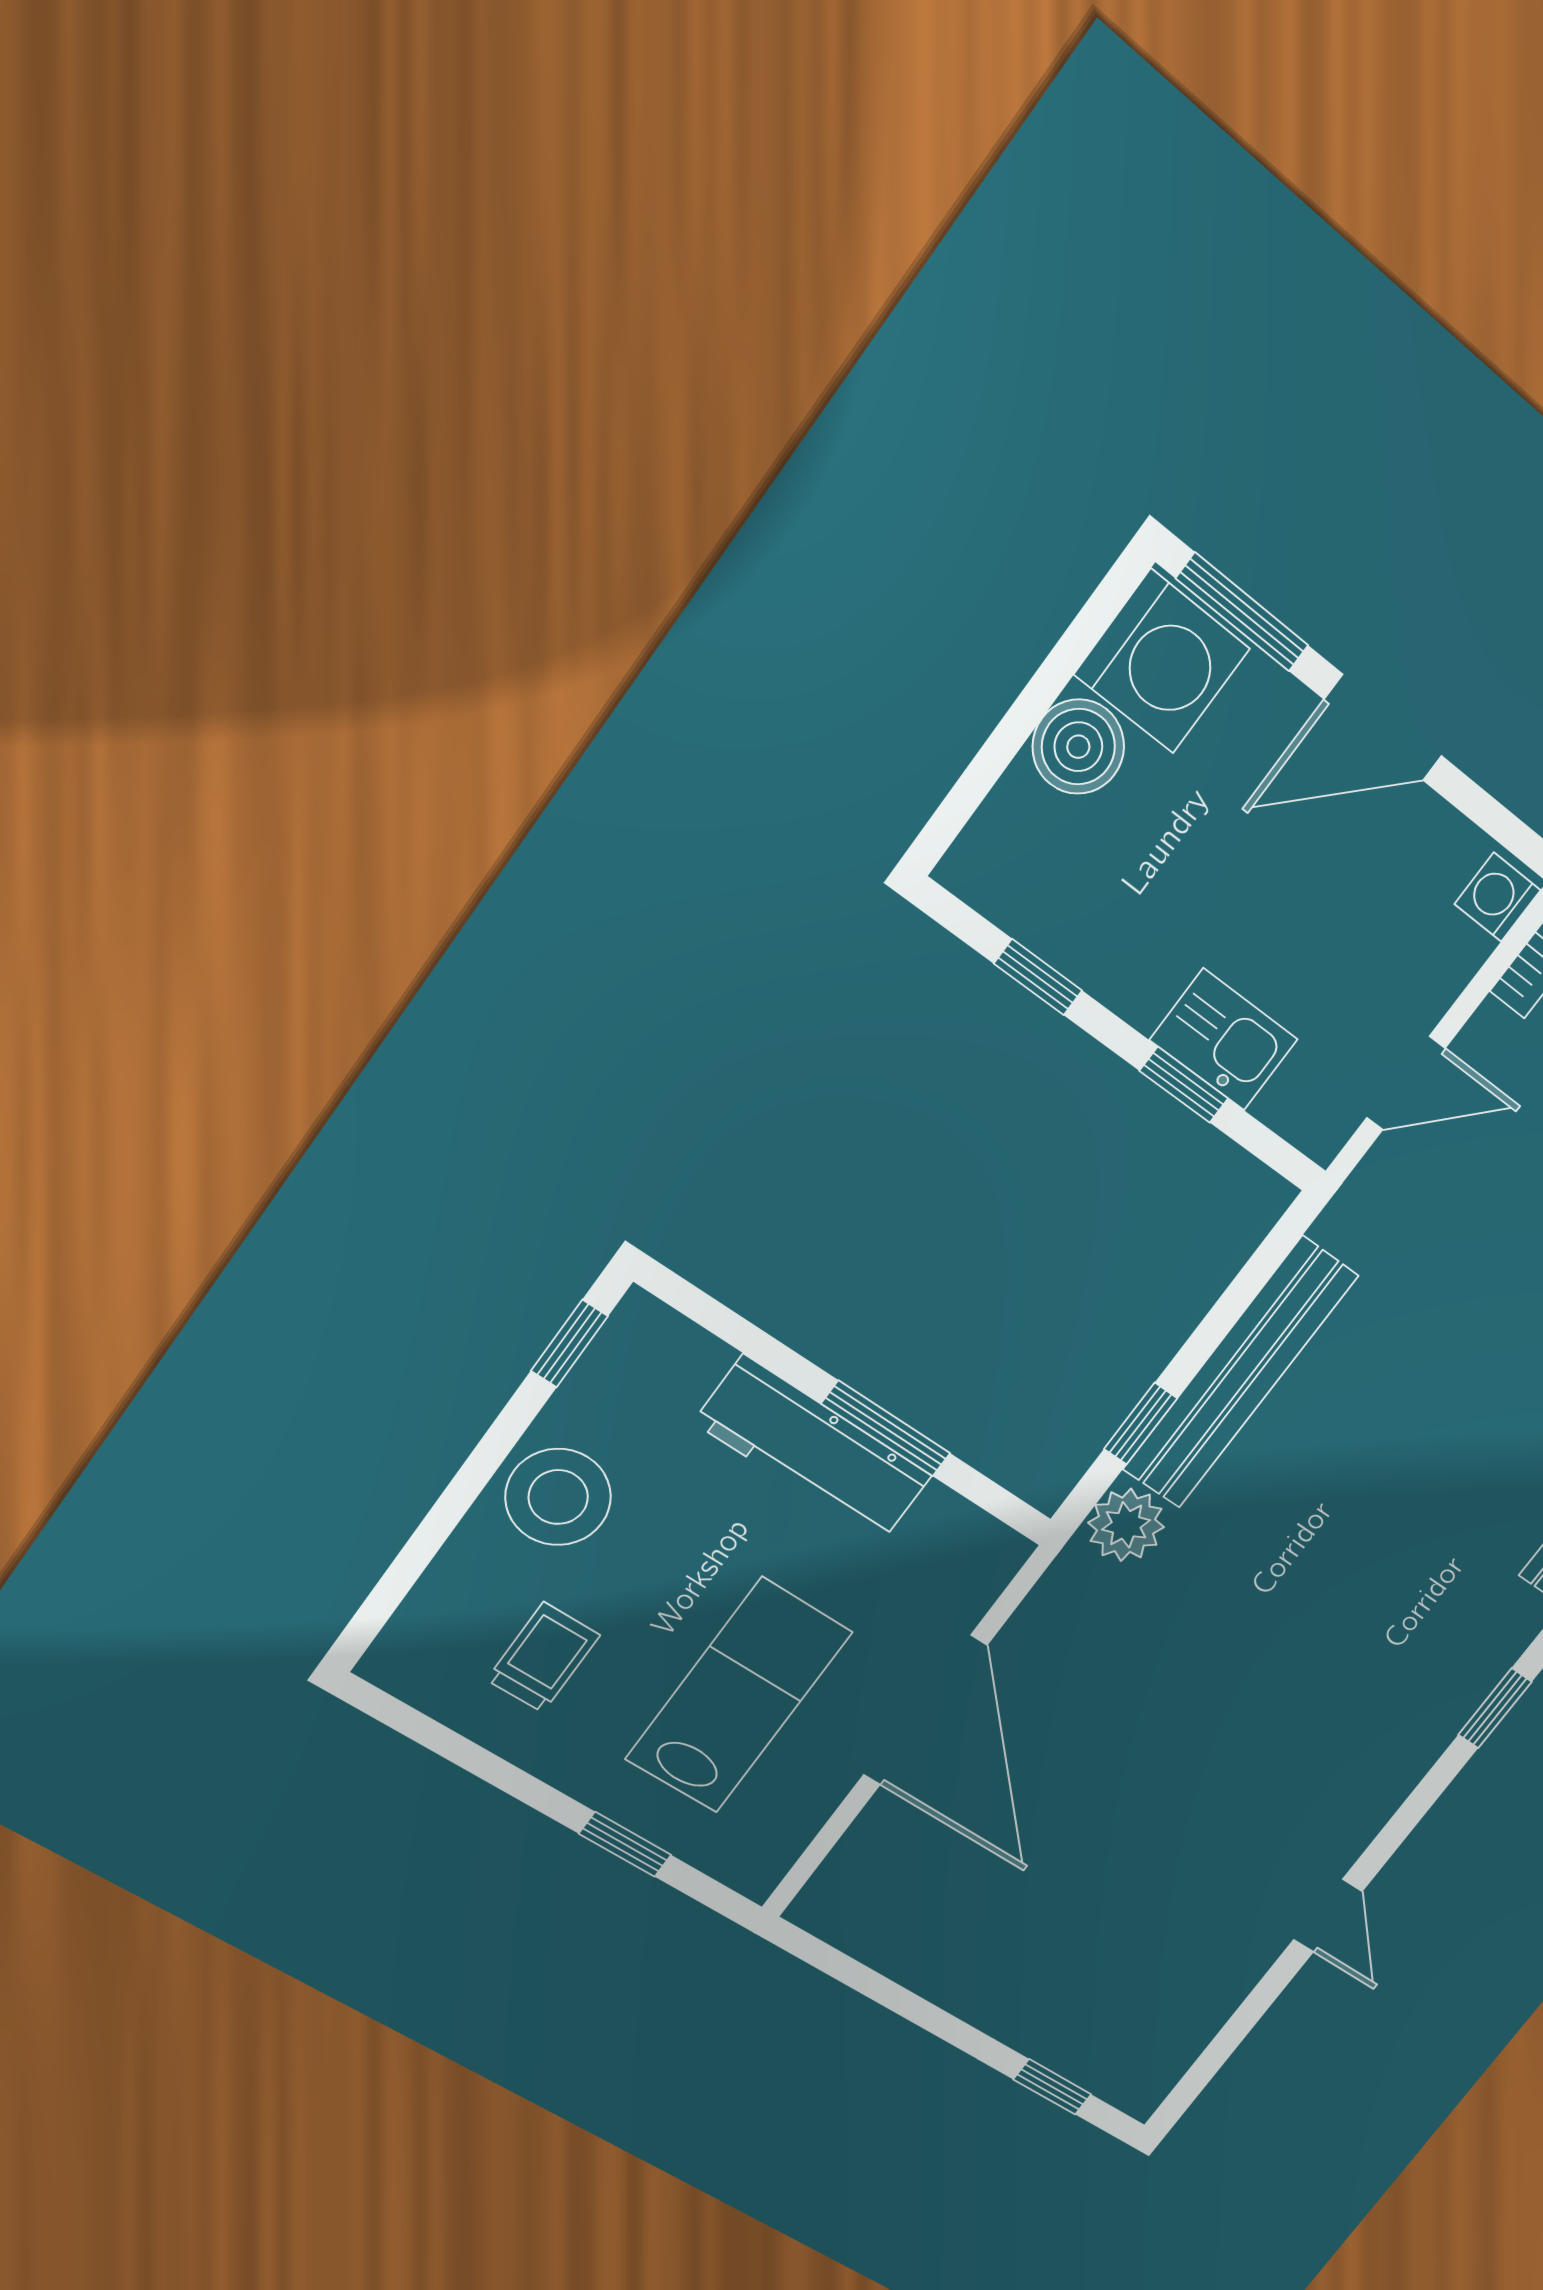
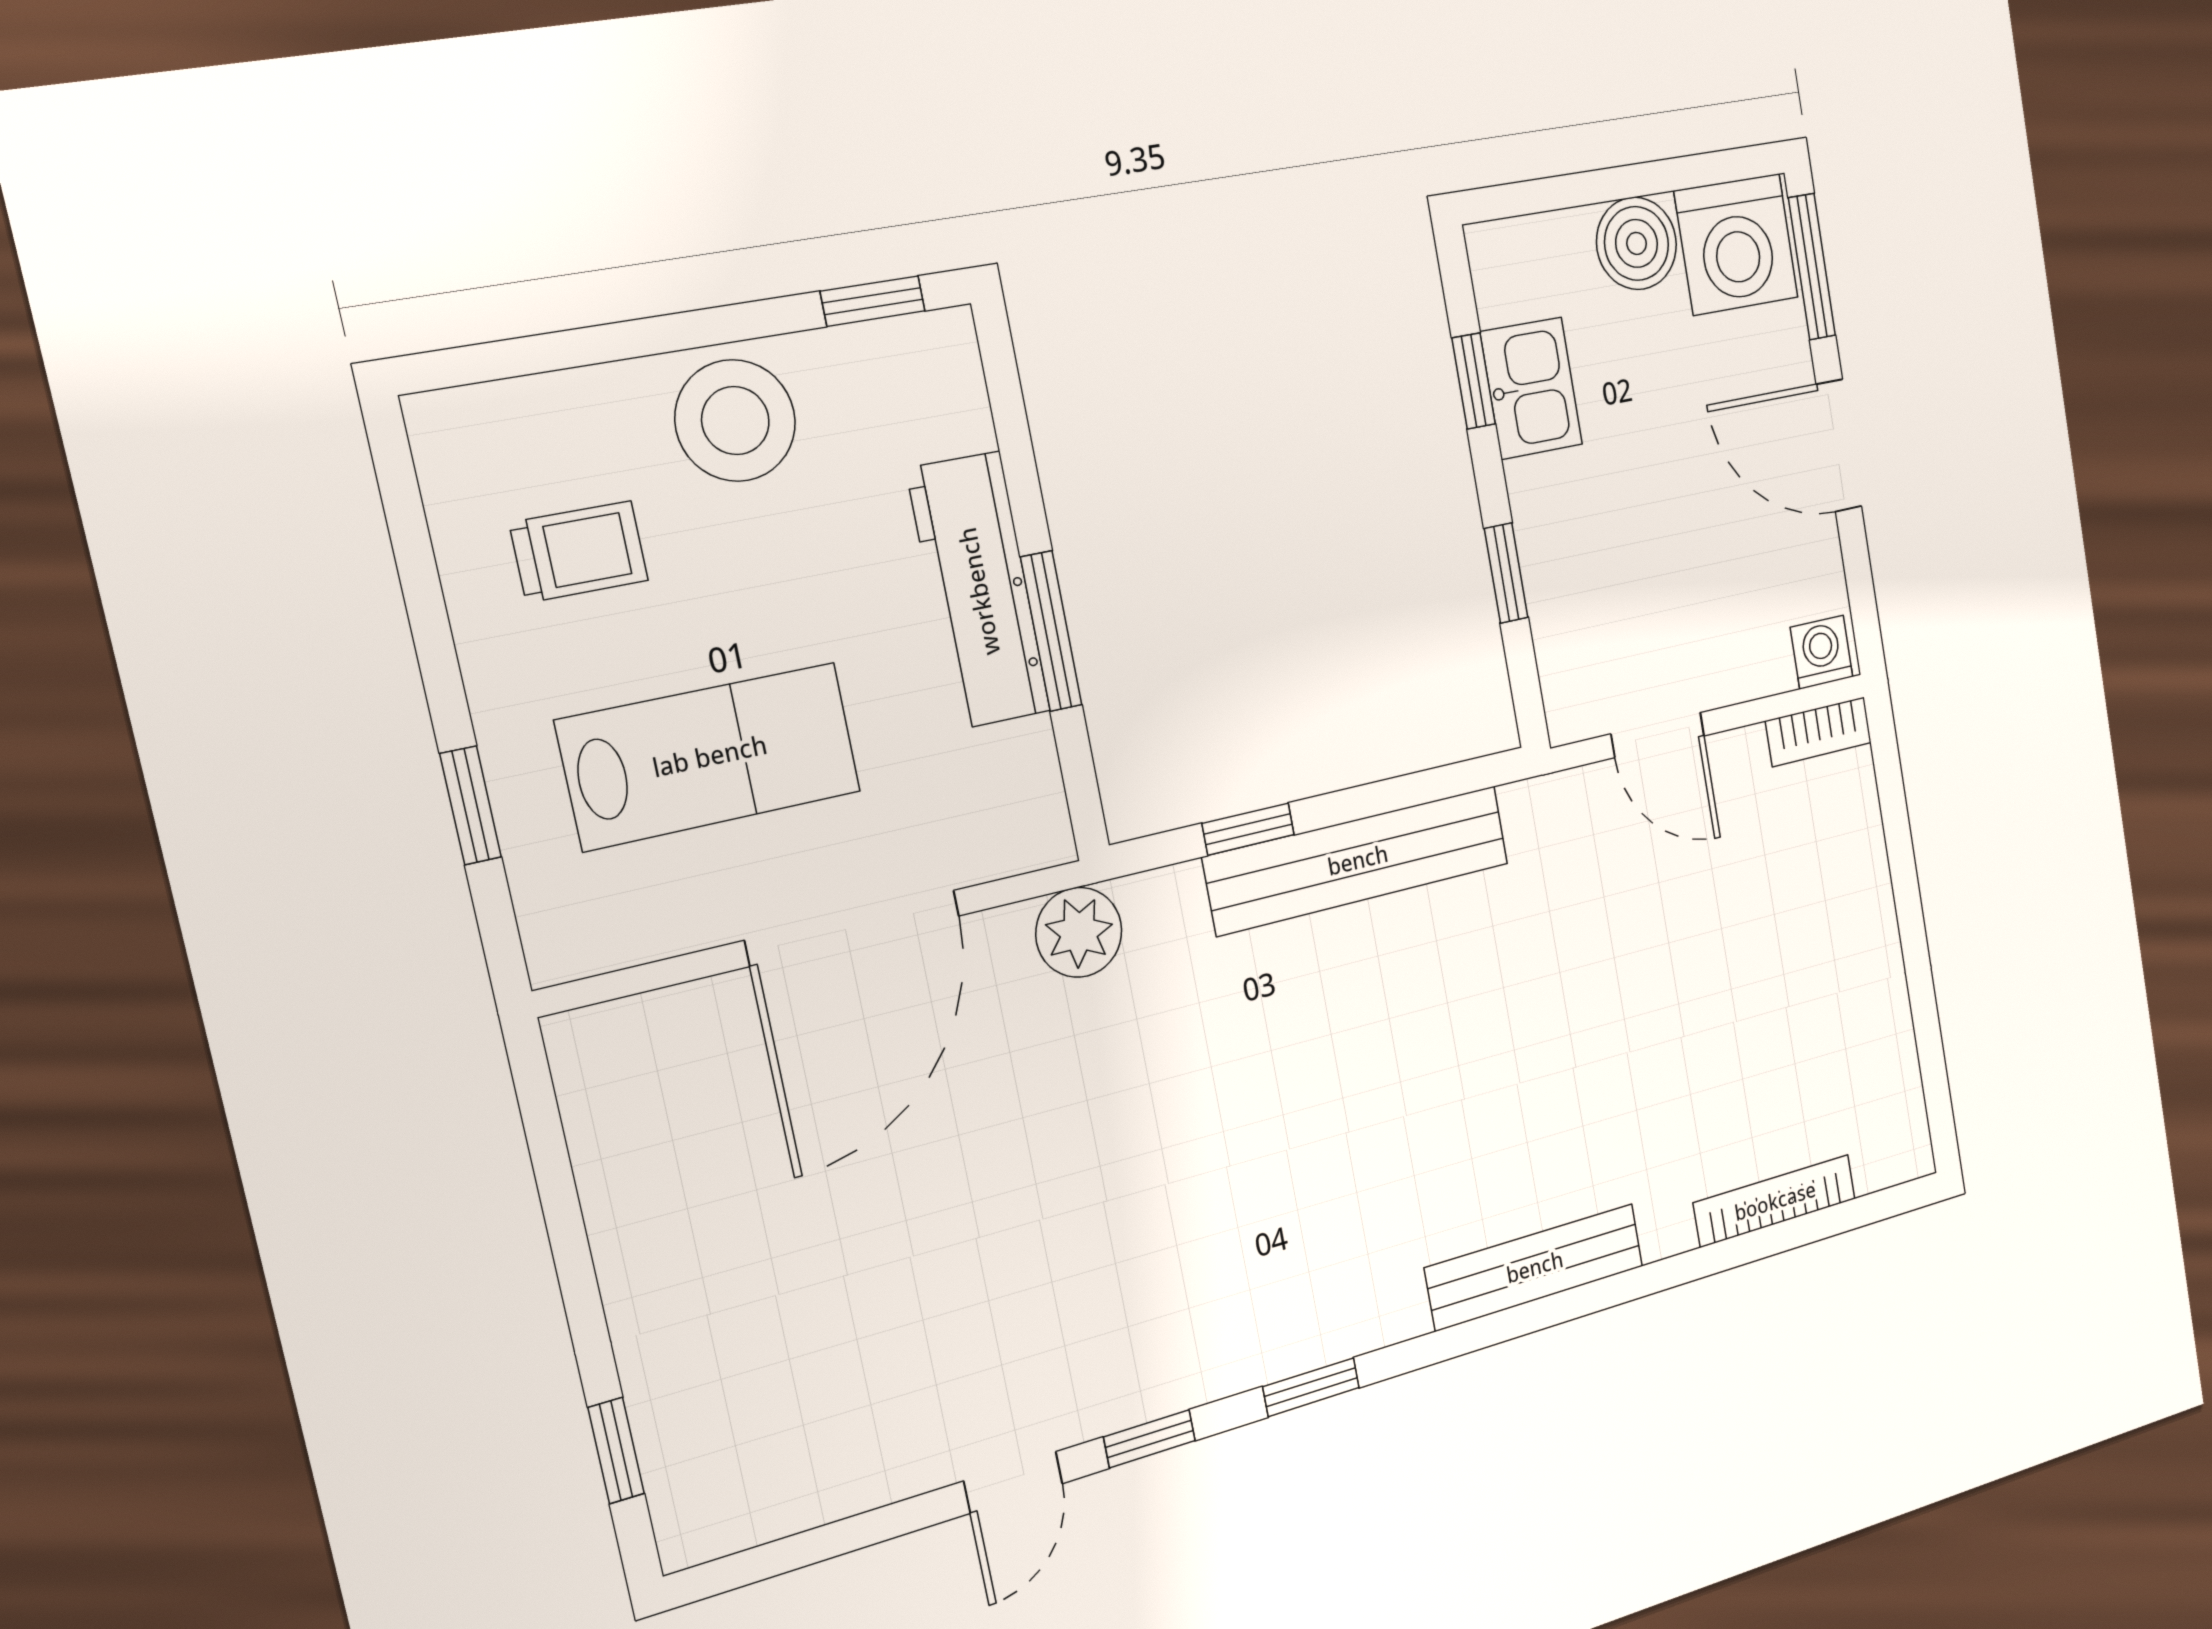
kitchen sink: (1224, 1040) -> (1531, 388), moved
plant: (1126, 1525) -> (1079, 932), moved
window: (1402, 1824) -> (1149, 1439), added

